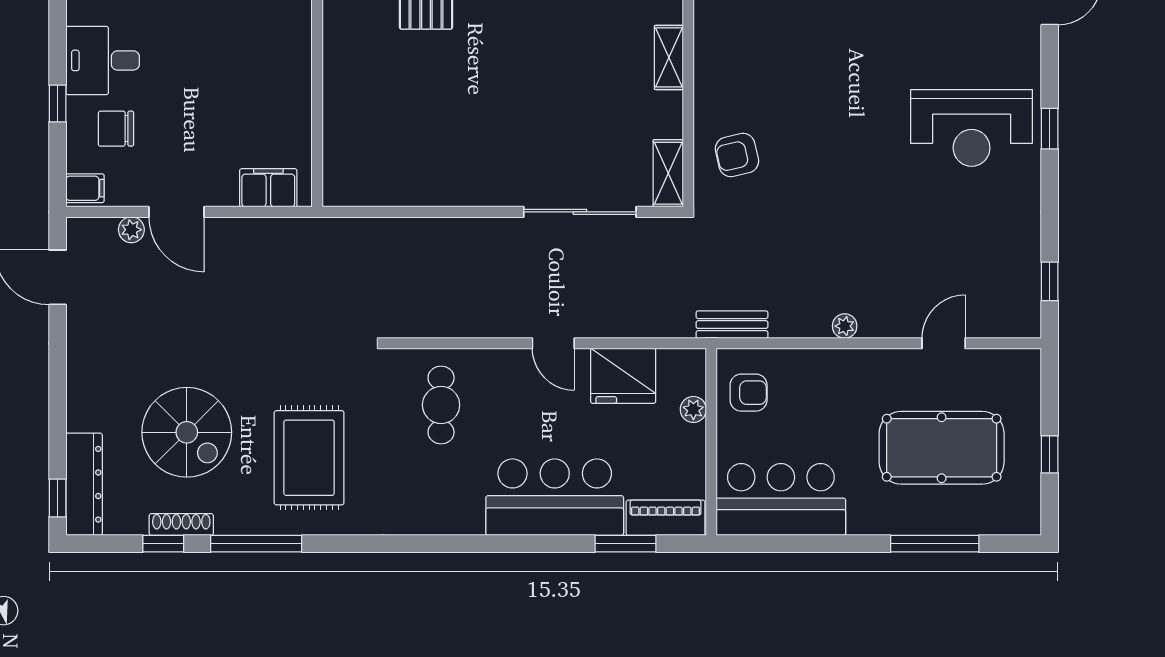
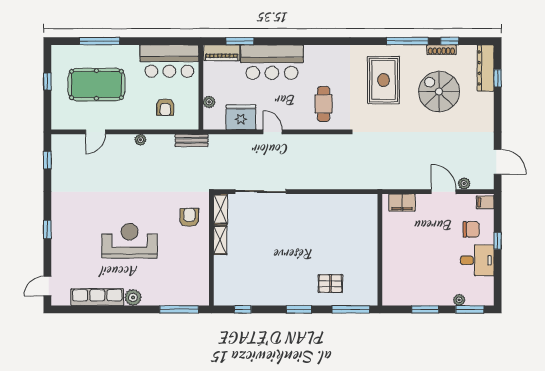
shelving: (669, 57) -> (220, 240), moved
reception desk: (972, 128) -> (130, 241), moved
armchair: (737, 155) -> (189, 217), turned -77
armchair: (749, 393) -> (165, 107), moved, turned -90
window: (58, 498) -> (498, 78), moved

